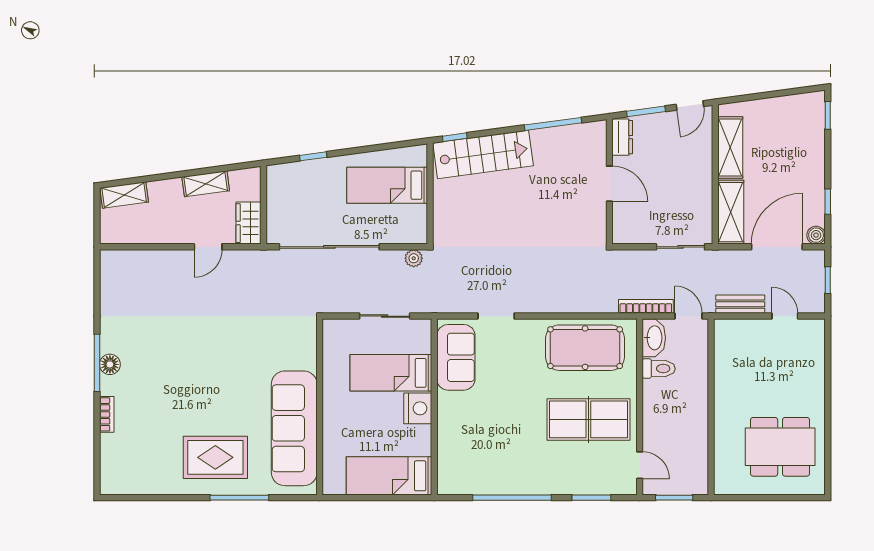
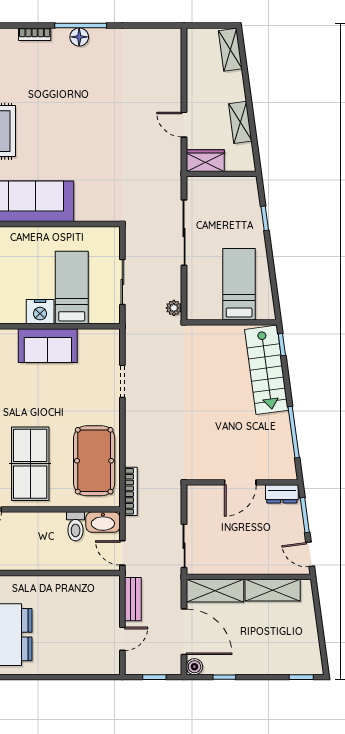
sliding door: (329, 247) -> (184, 233), width x0.73
bookcase: (646, 306) -> (131, 491), moved
door: (688, 316) -> (122, 553), swing flipped
sofa: (456, 357) -> (48, 346), moved

